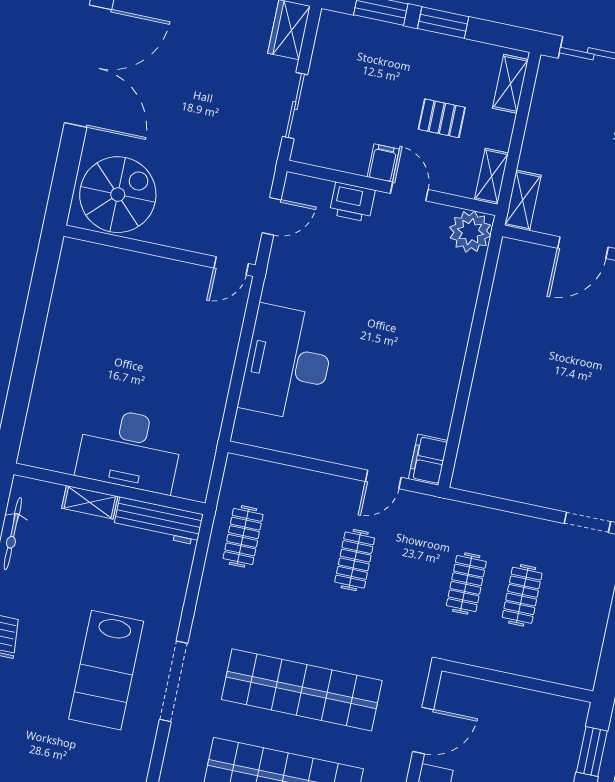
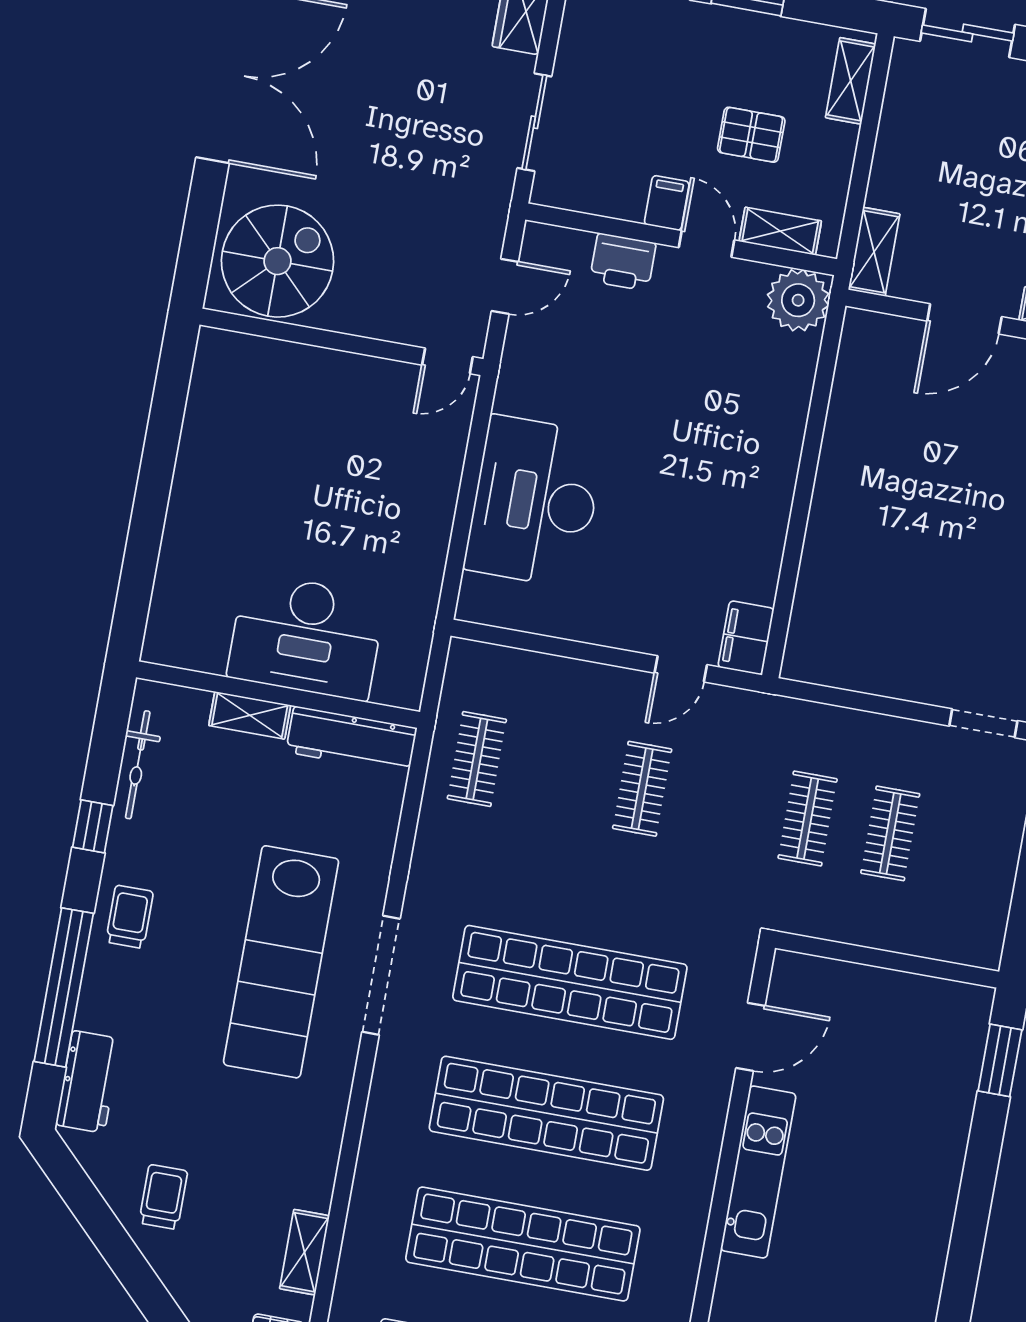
shelving: (491, 176) -> (780, 231), moved, turned 90
lab bench: (106, 670) -> (281, 962), width x1.36

